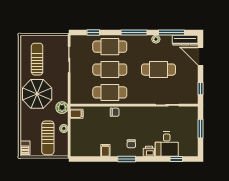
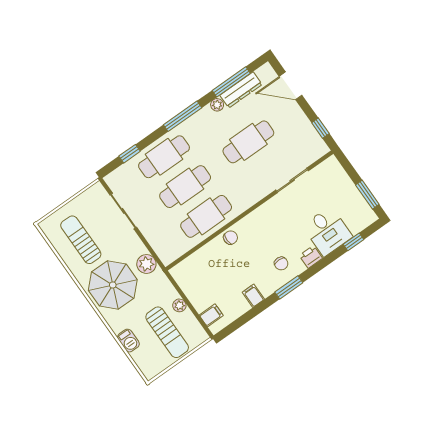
dresser: (185, 40) -> (241, 90), moved
plant: (62, 108) -> (146, 264), moved
filing cabinet: (77, 114) -> (211, 315), moved
window: (200, 129) -> (367, 195), moved
barbecue: (25, 148) -> (128, 341), moved

